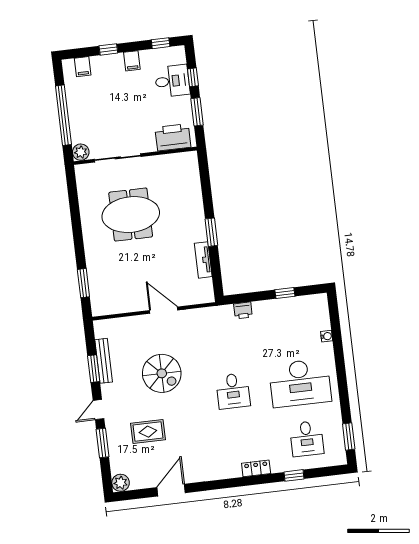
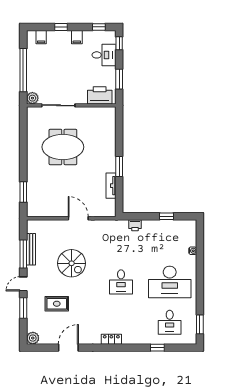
window: (193, 77) -> (119, 43), moved
window: (94, 369) -> (23, 254), width x1.44
locker: (256, 468) -> (111, 339), moved

